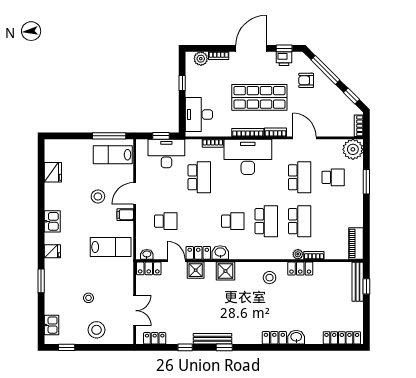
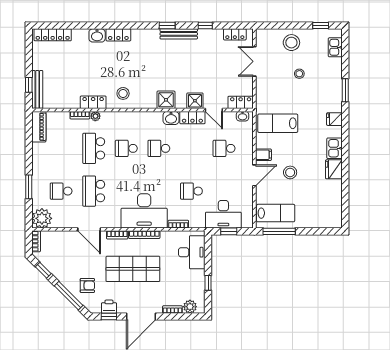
fridge: (53, 172) -> (334, 169), moved
school desk: (199, 177) -> (191, 191), width x0.54
school desk: (266, 221) -> (126, 148), width x0.54

